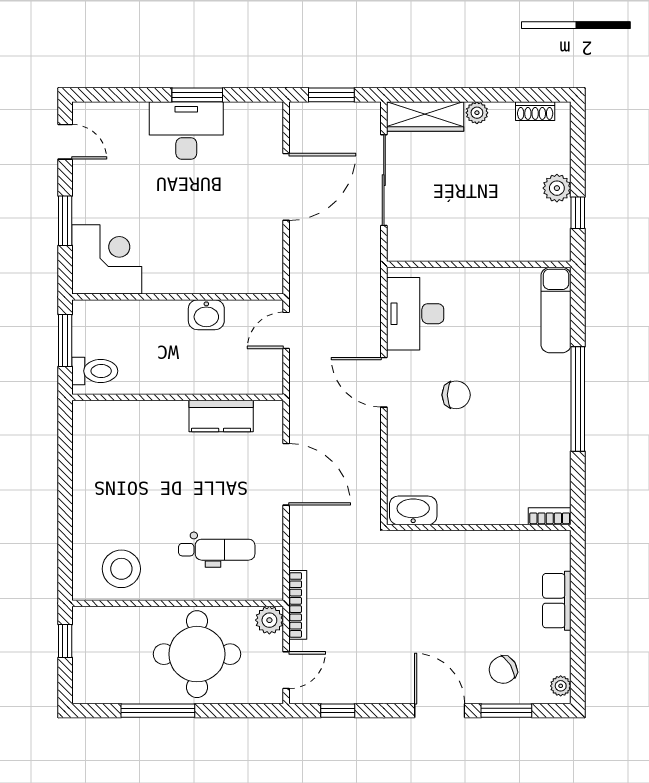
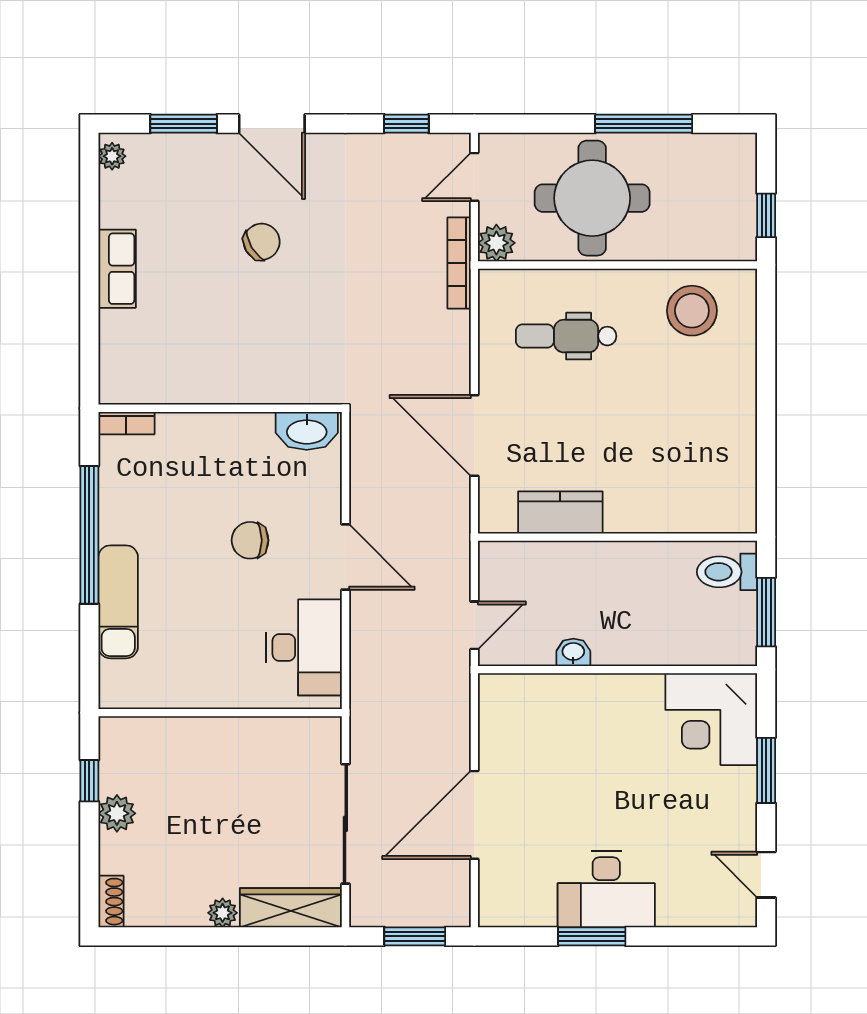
shoe rack: (535, 111) -> (111, 902), moved, turned 90
exam couch: (556, 310) -> (118, 602), moved
washbasin: (206, 315) -> (573, 652), width x0.72, depth x0.69
washbasin: (413, 510) -> (307, 431), moved
bookcase: (550, 516) -> (126, 423), moved
wall: (479, 527) -> (220, 408), moved
chair: (503, 670) -> (262, 242), moved

